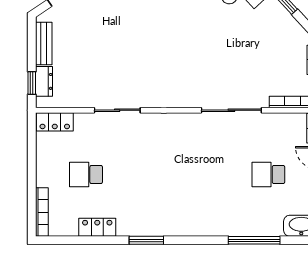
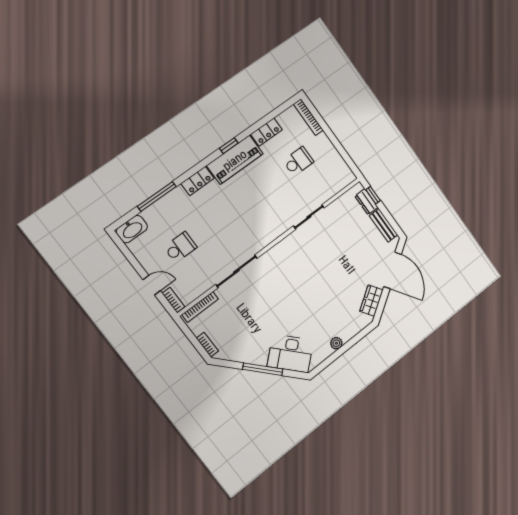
locker: (55, 122) -> (198, 181), moved, turned 180
piano: (150, 222) -> (235, 160), added
window: (146, 240) -> (229, 146), width x0.67

